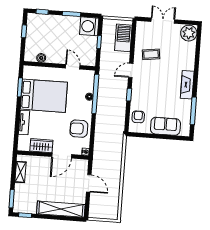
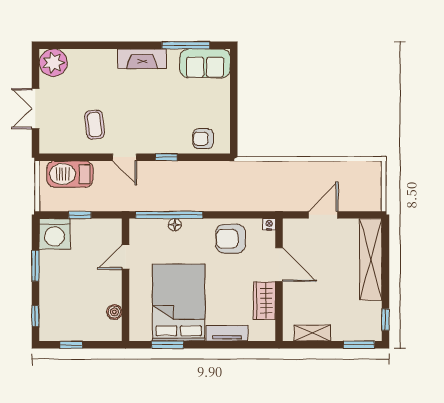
sofa: (165, 126) -> (205, 63), moved, turned -90
armchair: (79, 129) -> (231, 239), turned 90

